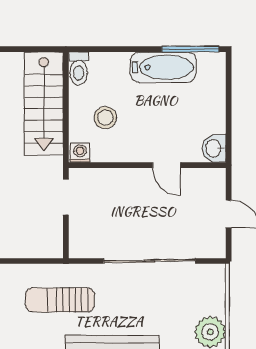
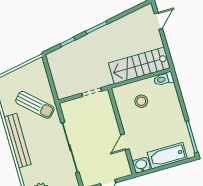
bathtub: (163, 67) -> (167, 156), moved, turned 90
washing machine: (80, 153) -> (118, 93), removed
sun lounger: (60, 300) -> (35, 105), turned 133

